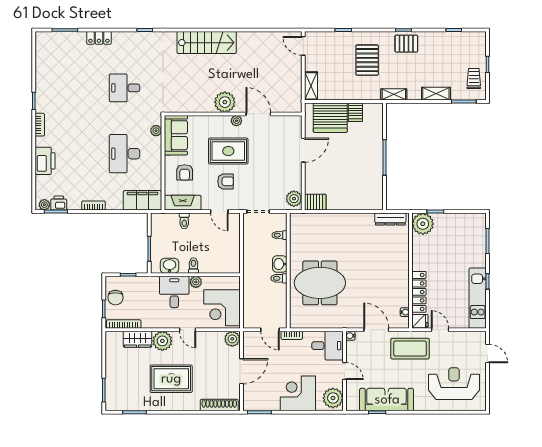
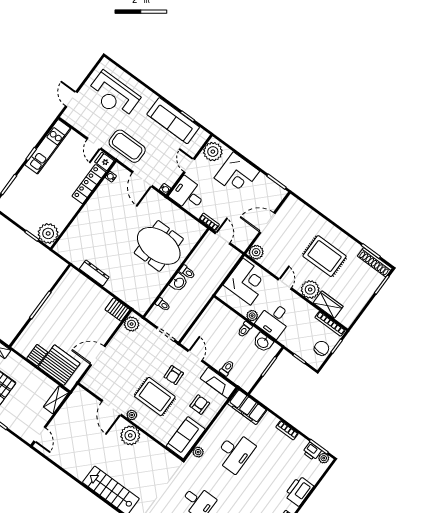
armchair: (226, 181) -> (174, 375), turned -93
dresser: (390, 219) -> (94, 273), moved
shoe rack: (219, 405) -> (375, 262), moved

